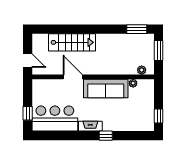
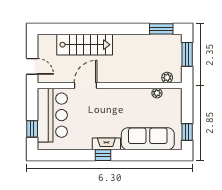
door: (73, 77) -> (85, 86), hinge flipped
sofa: (106, 88) -> (148, 139), moved, turned 180
bar counter: (55, 119) -> (52, 115), moved, turned 90
window: (106, 136) -> (103, 155), moved

